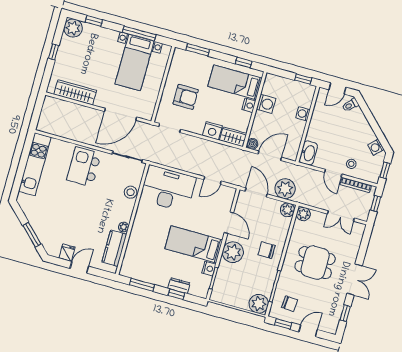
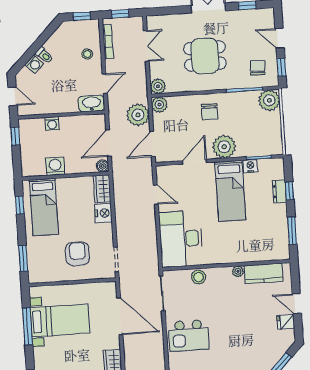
nightstand: (249, 105) -> (63, 184), removed
toilet: (350, 105) -> (44, 55), moved
washing machine: (376, 147) -> (34, 64), moved
door: (270, 156) -> (109, 143), hinge flipped
door: (333, 173) -> (105, 84), moved
dining table: (315, 263) -> (205, 56), turned 90

